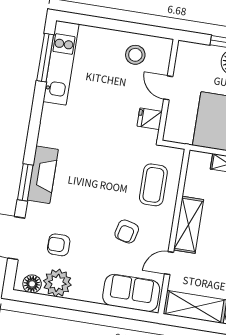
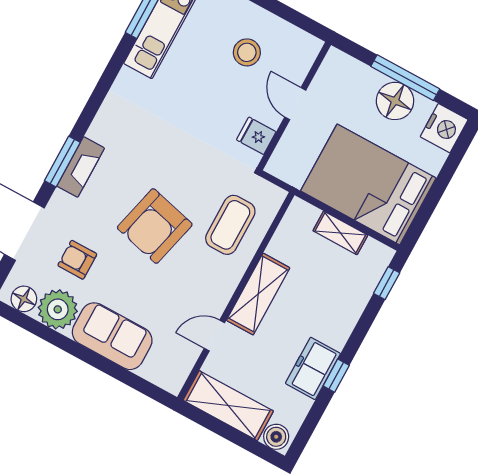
stool: (135, 55) -> (247, 52), moved
fireplace: (43, 175) -> (81, 167), width x0.73, depth x0.76
armchair: (127, 231) -> (155, 226), moved, width x1.88, depth x1.88
sofa: (131, 293) -> (112, 336), moved

